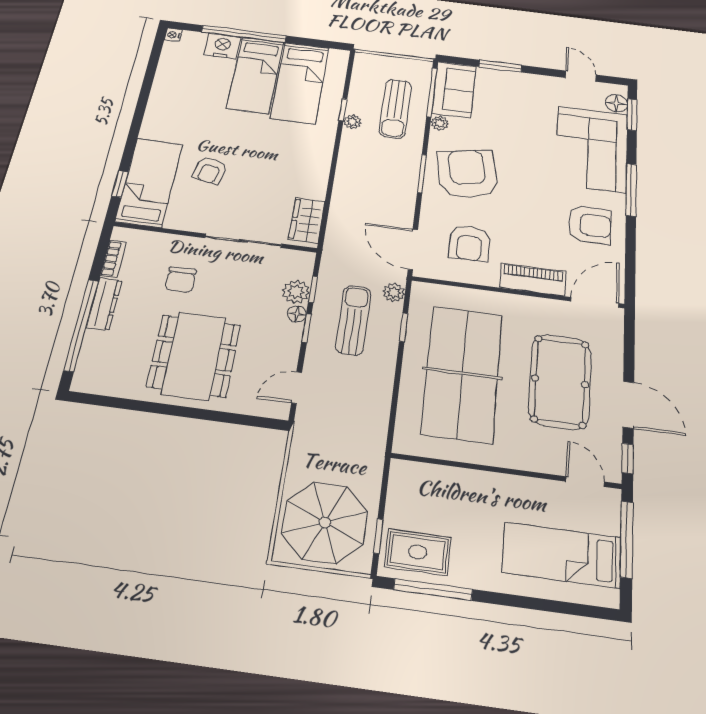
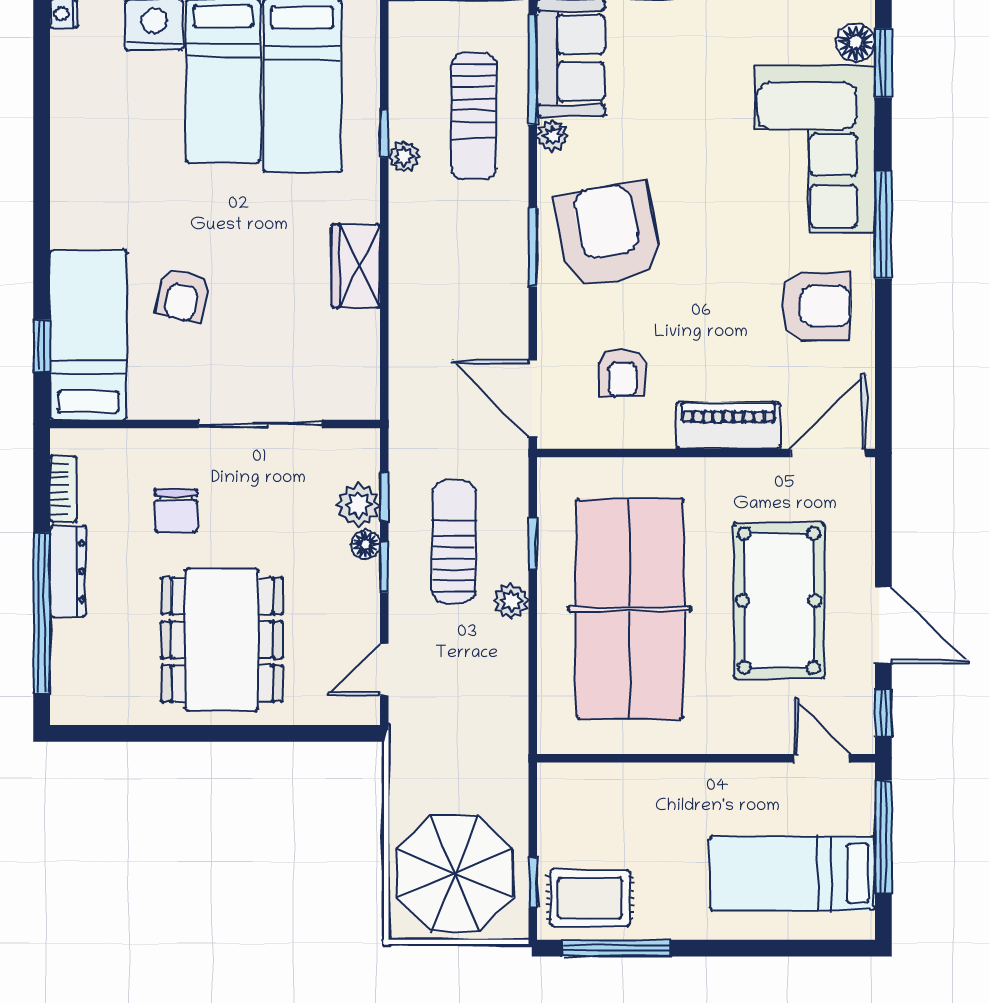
wardrobe: (307, 220) -> (356, 266), moved
armchair: (469, 243) -> (622, 373), width x0.72, depth x0.72
plant: (394, 293) -> (511, 601), moved

